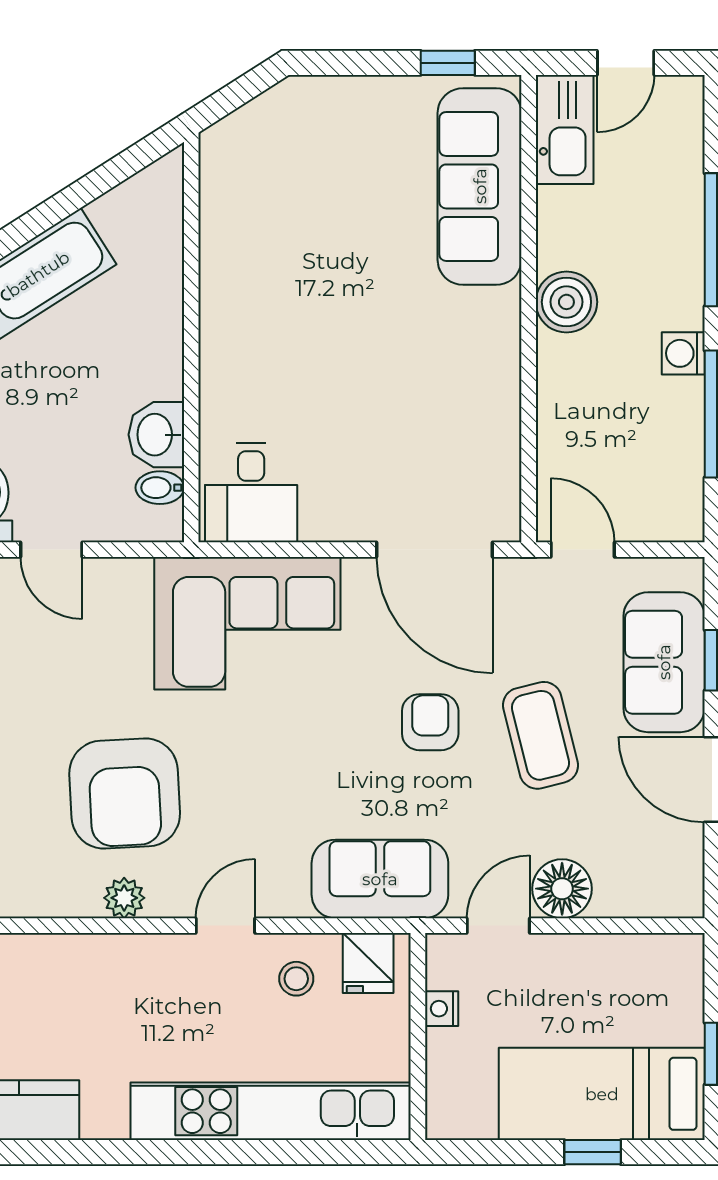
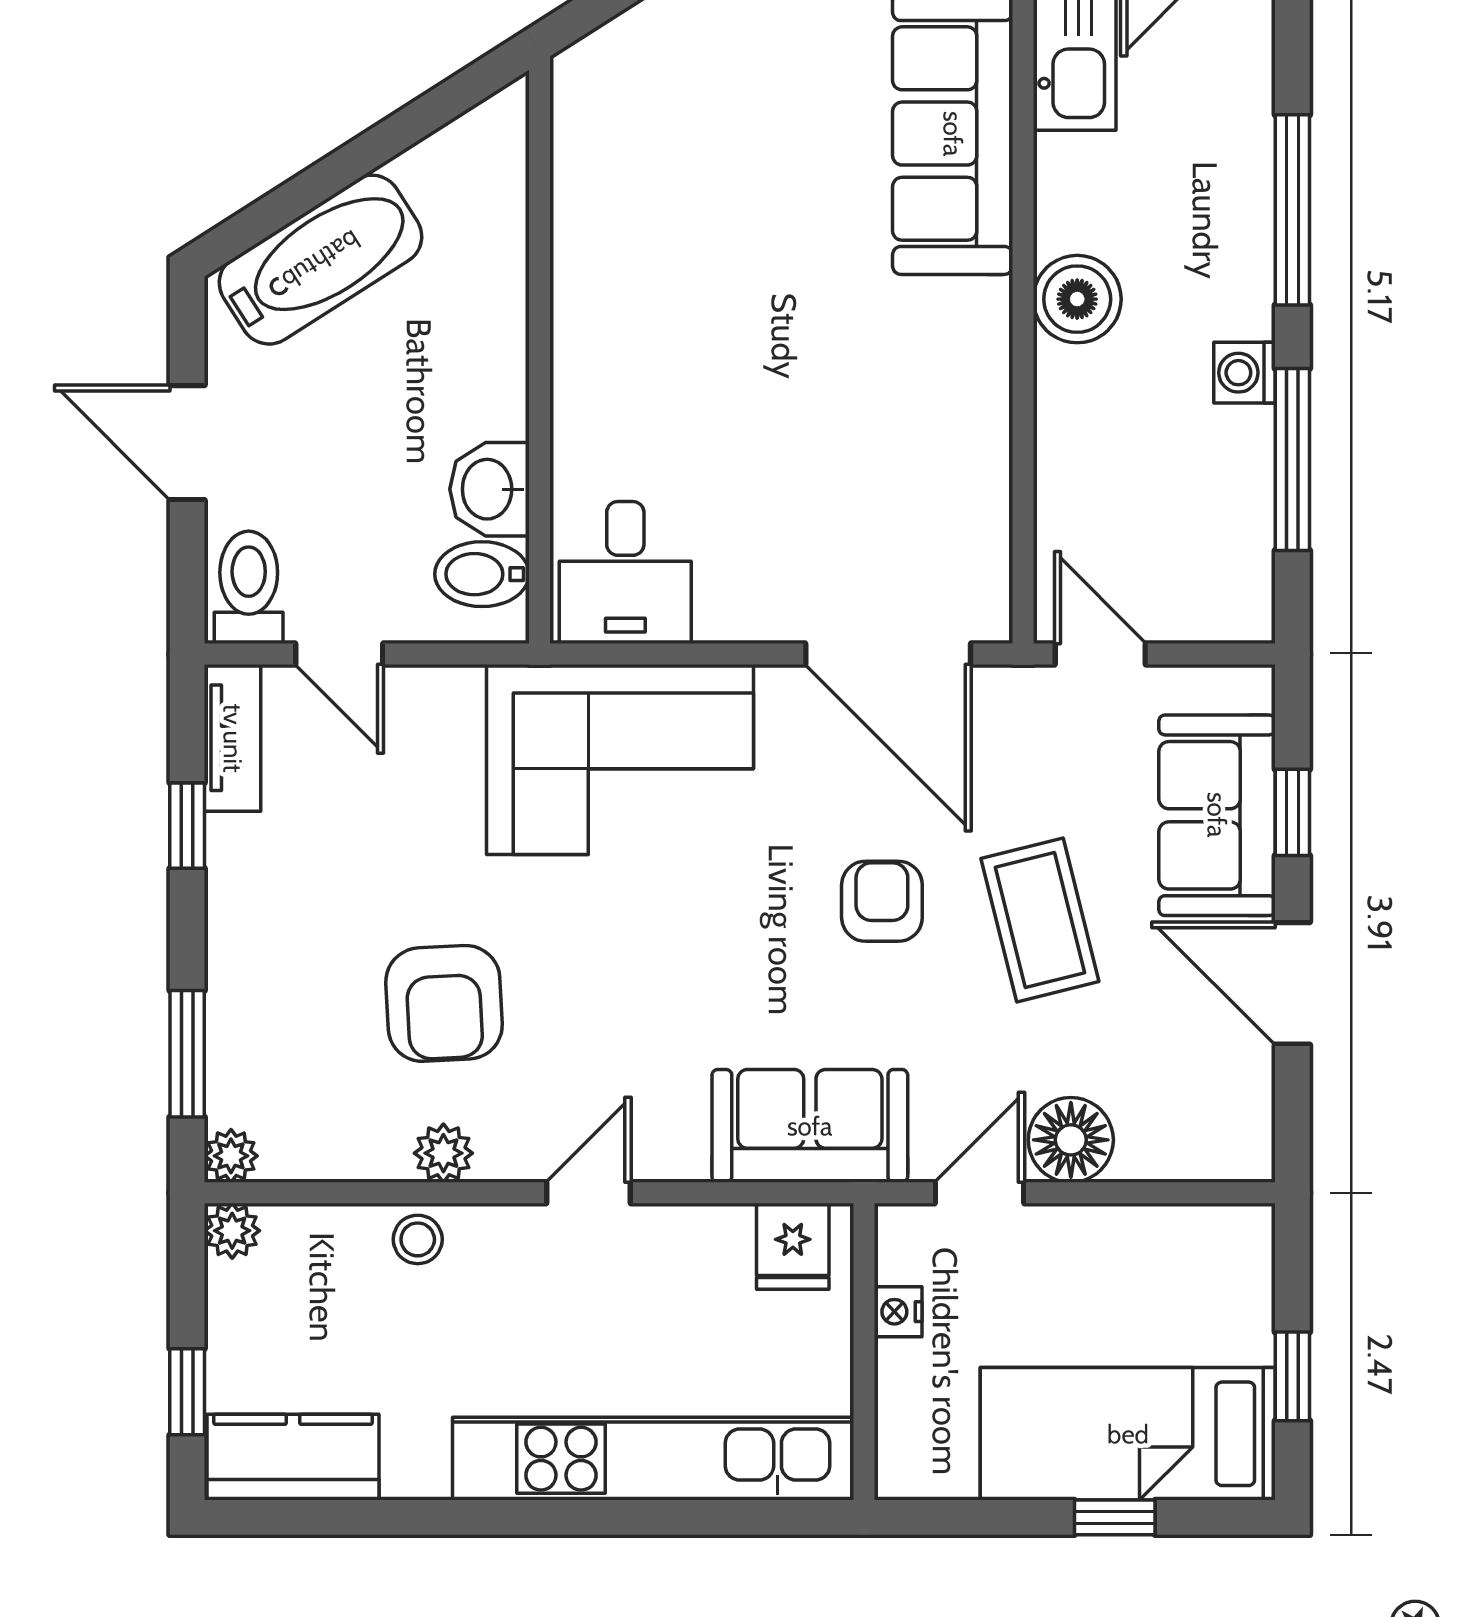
bidet: (160, 488) -> (482, 574), width x1.38, depth x1.36
armchair: (125, 794) -> (444, 1003), width x0.73, depth x0.73
stool: (296, 979) -> (418, 1239), moved

